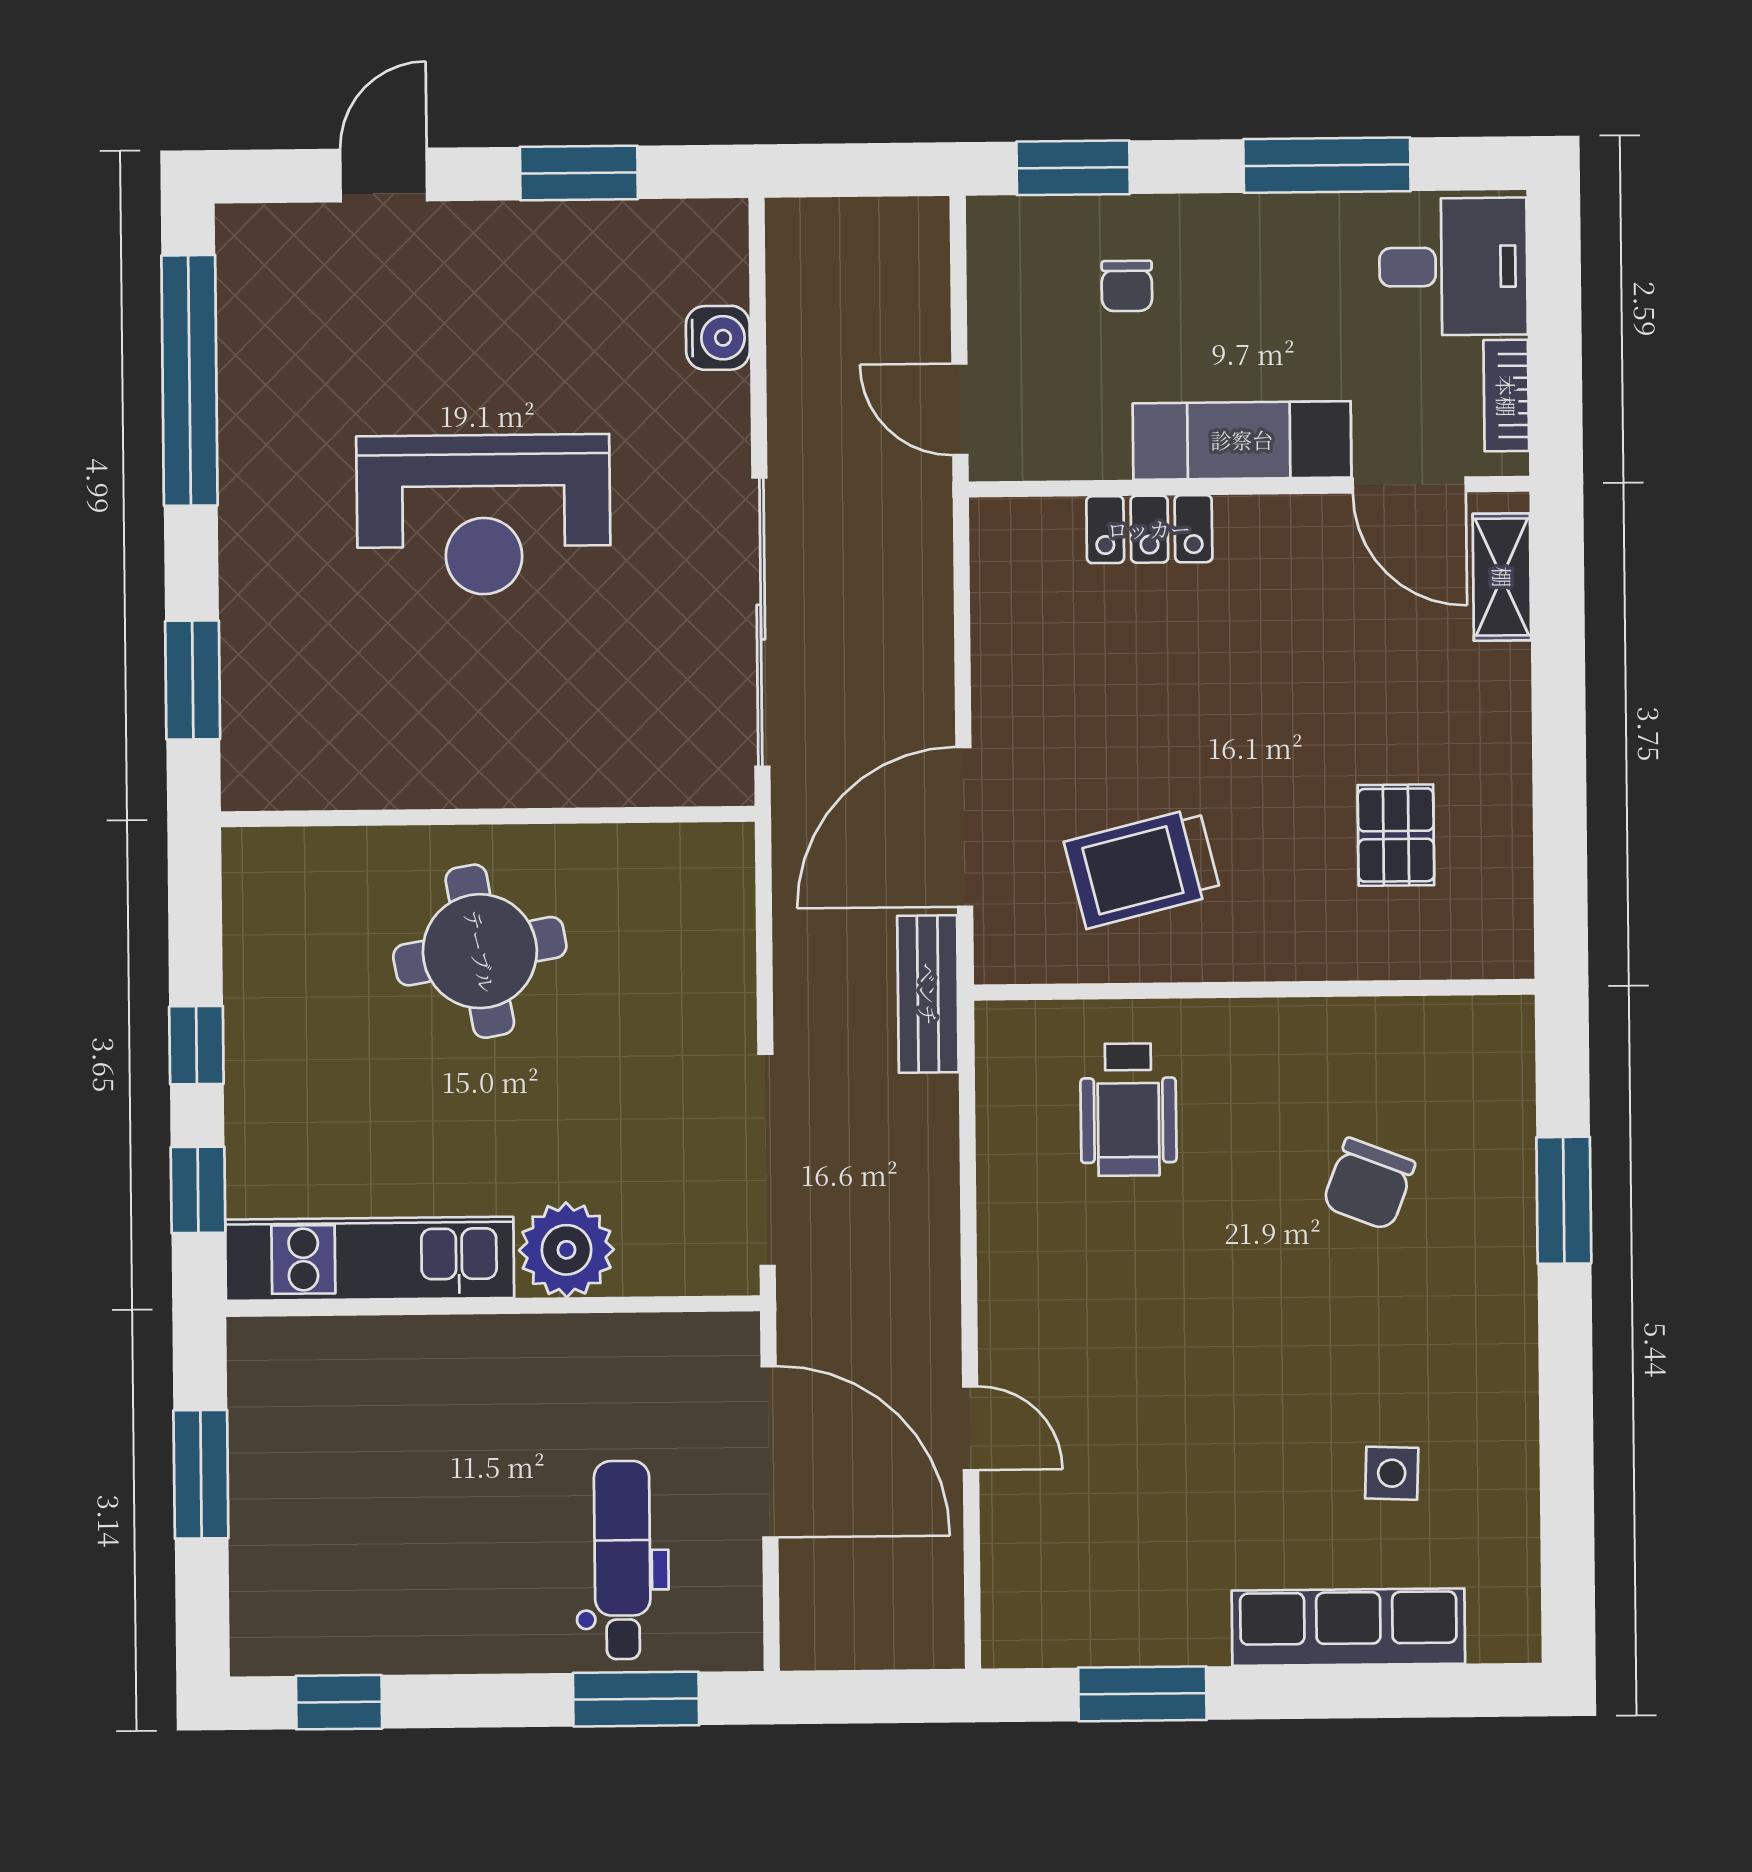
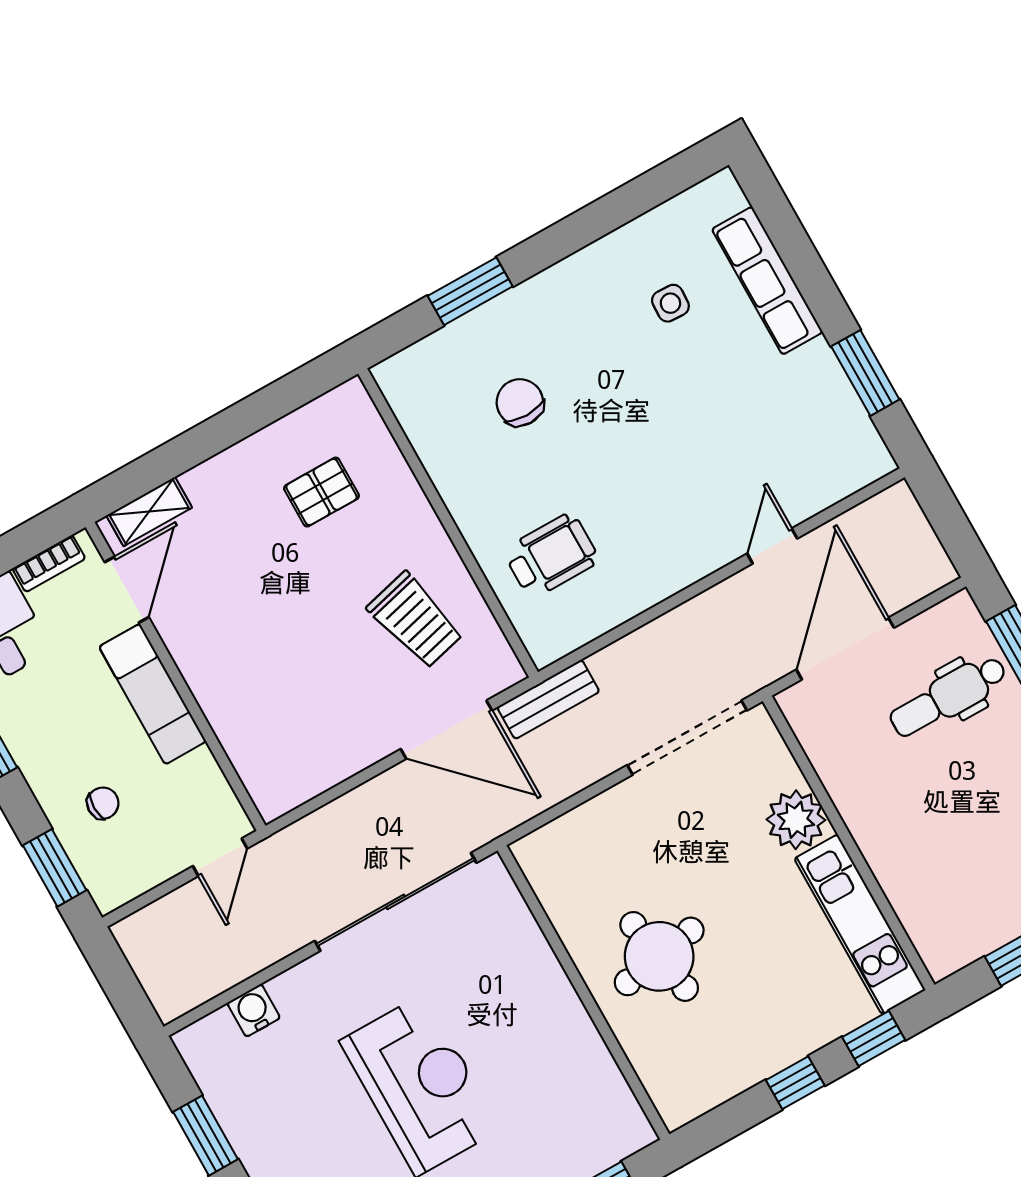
locker: (1149, 529) -> (229, 718), removed
chair: (1369, 1184) -> (520, 402), turned -111

